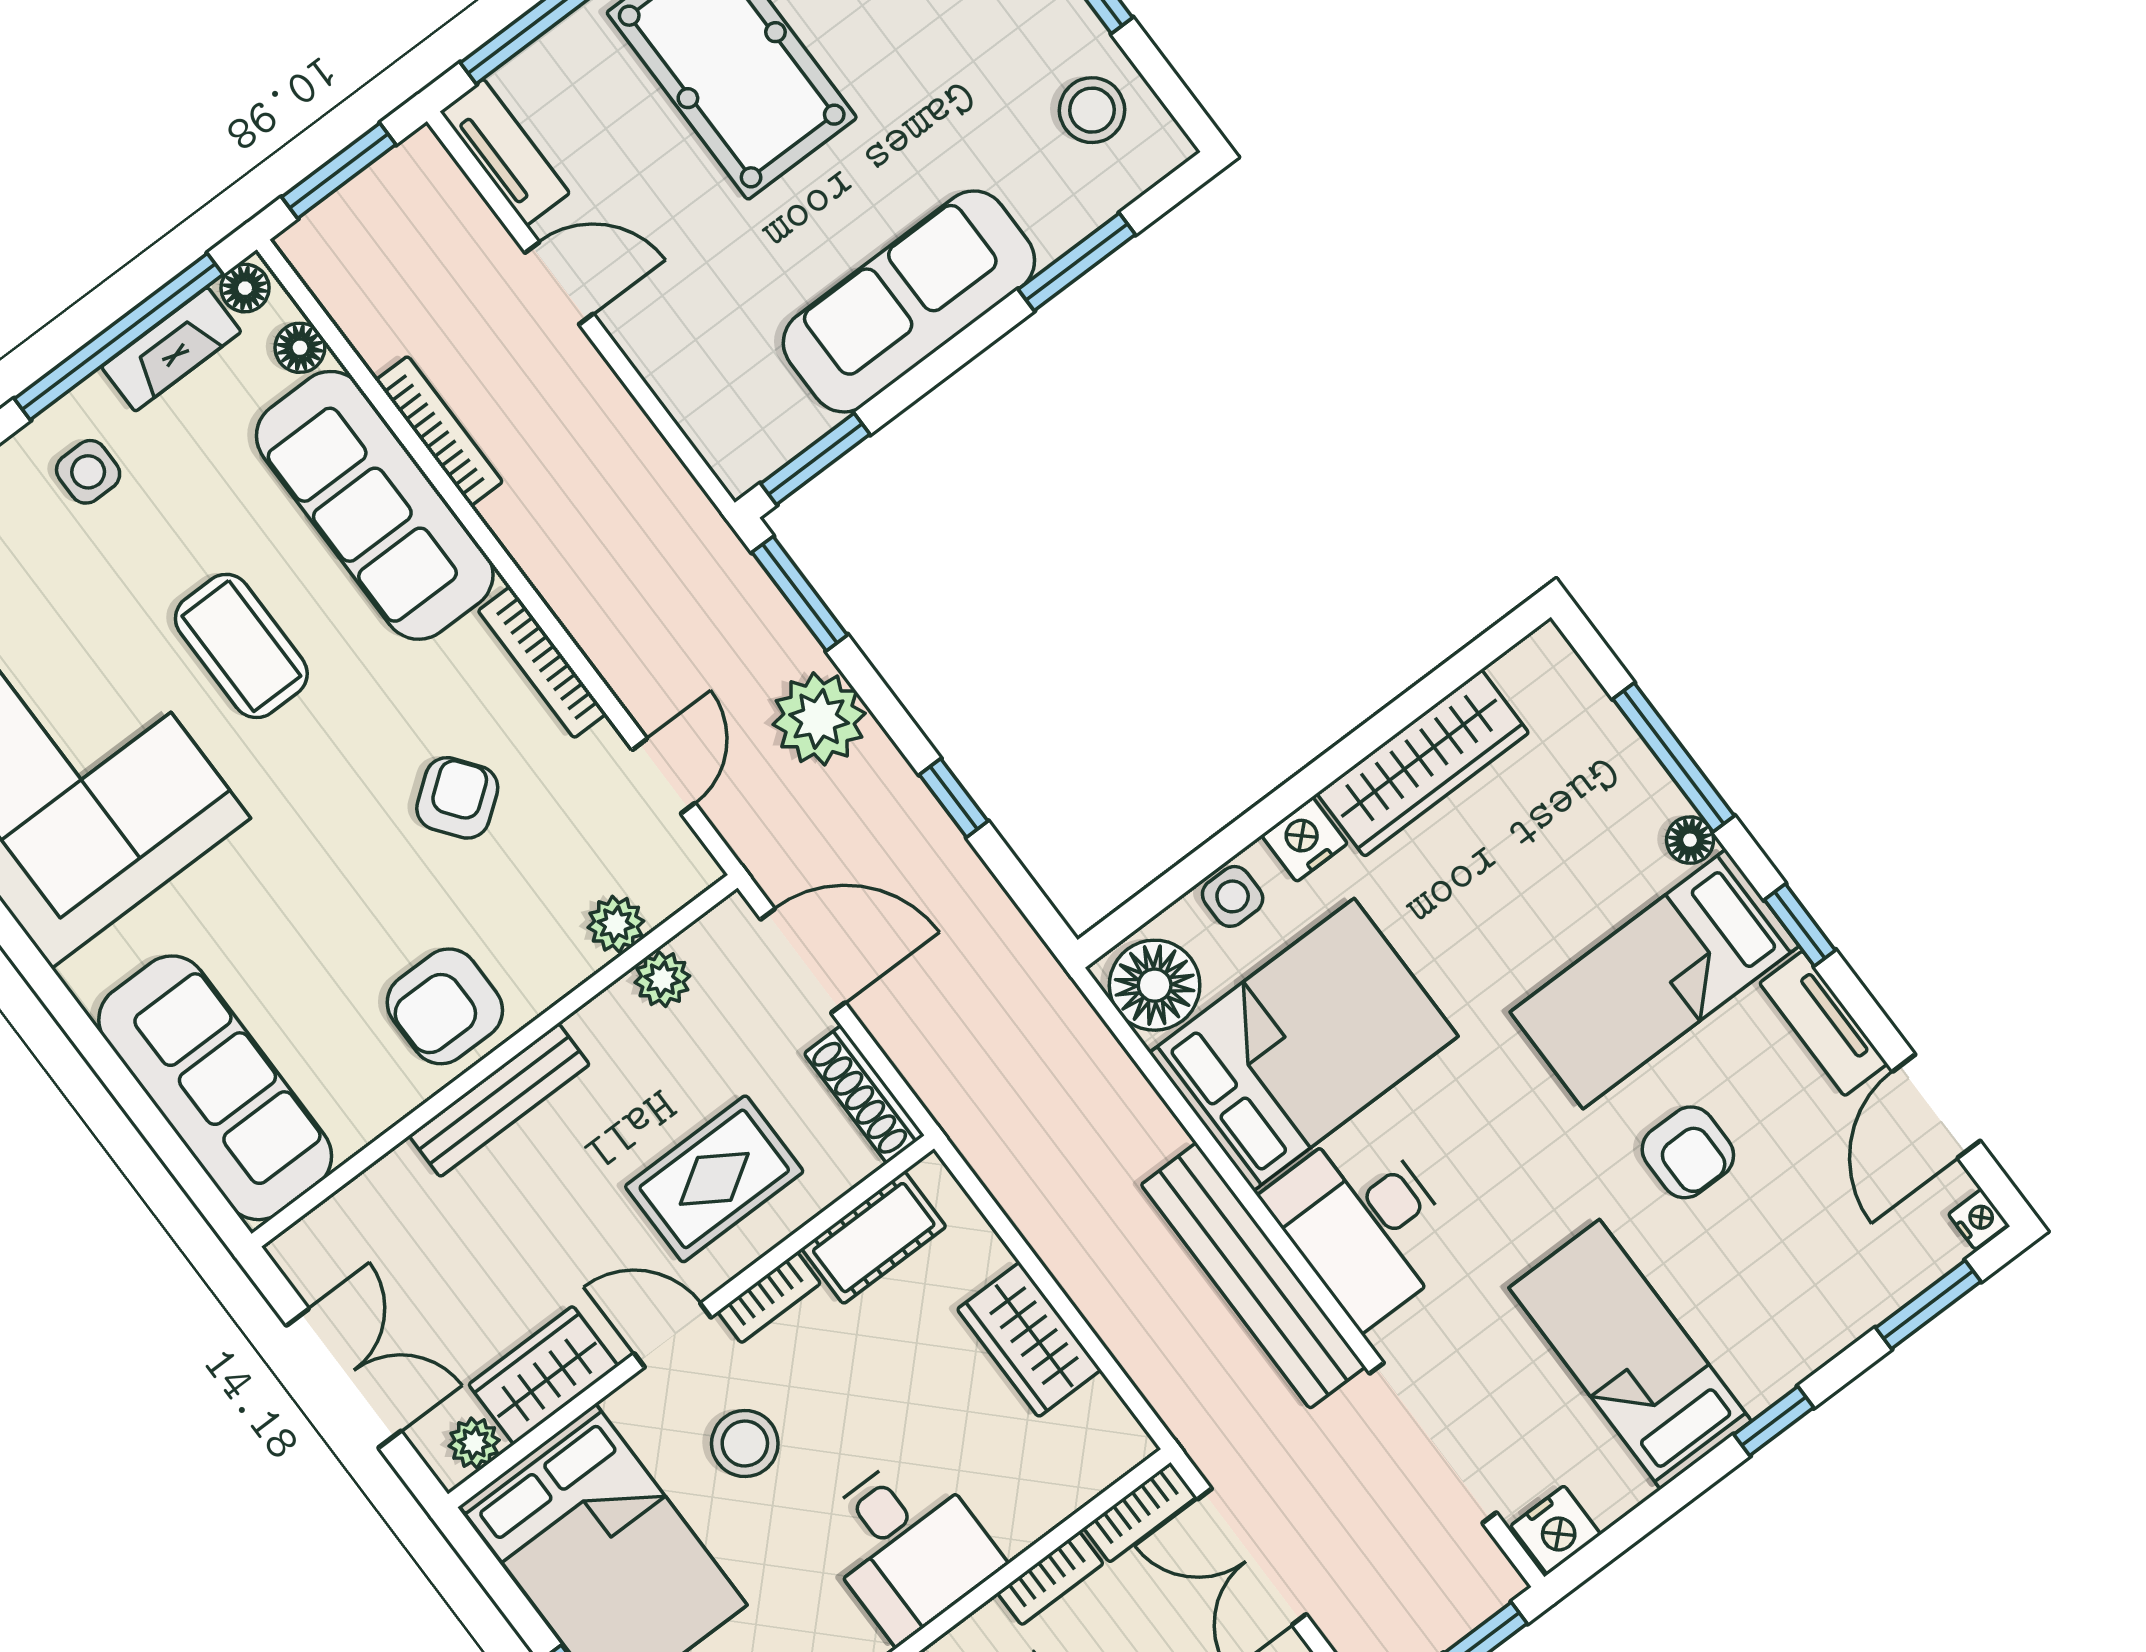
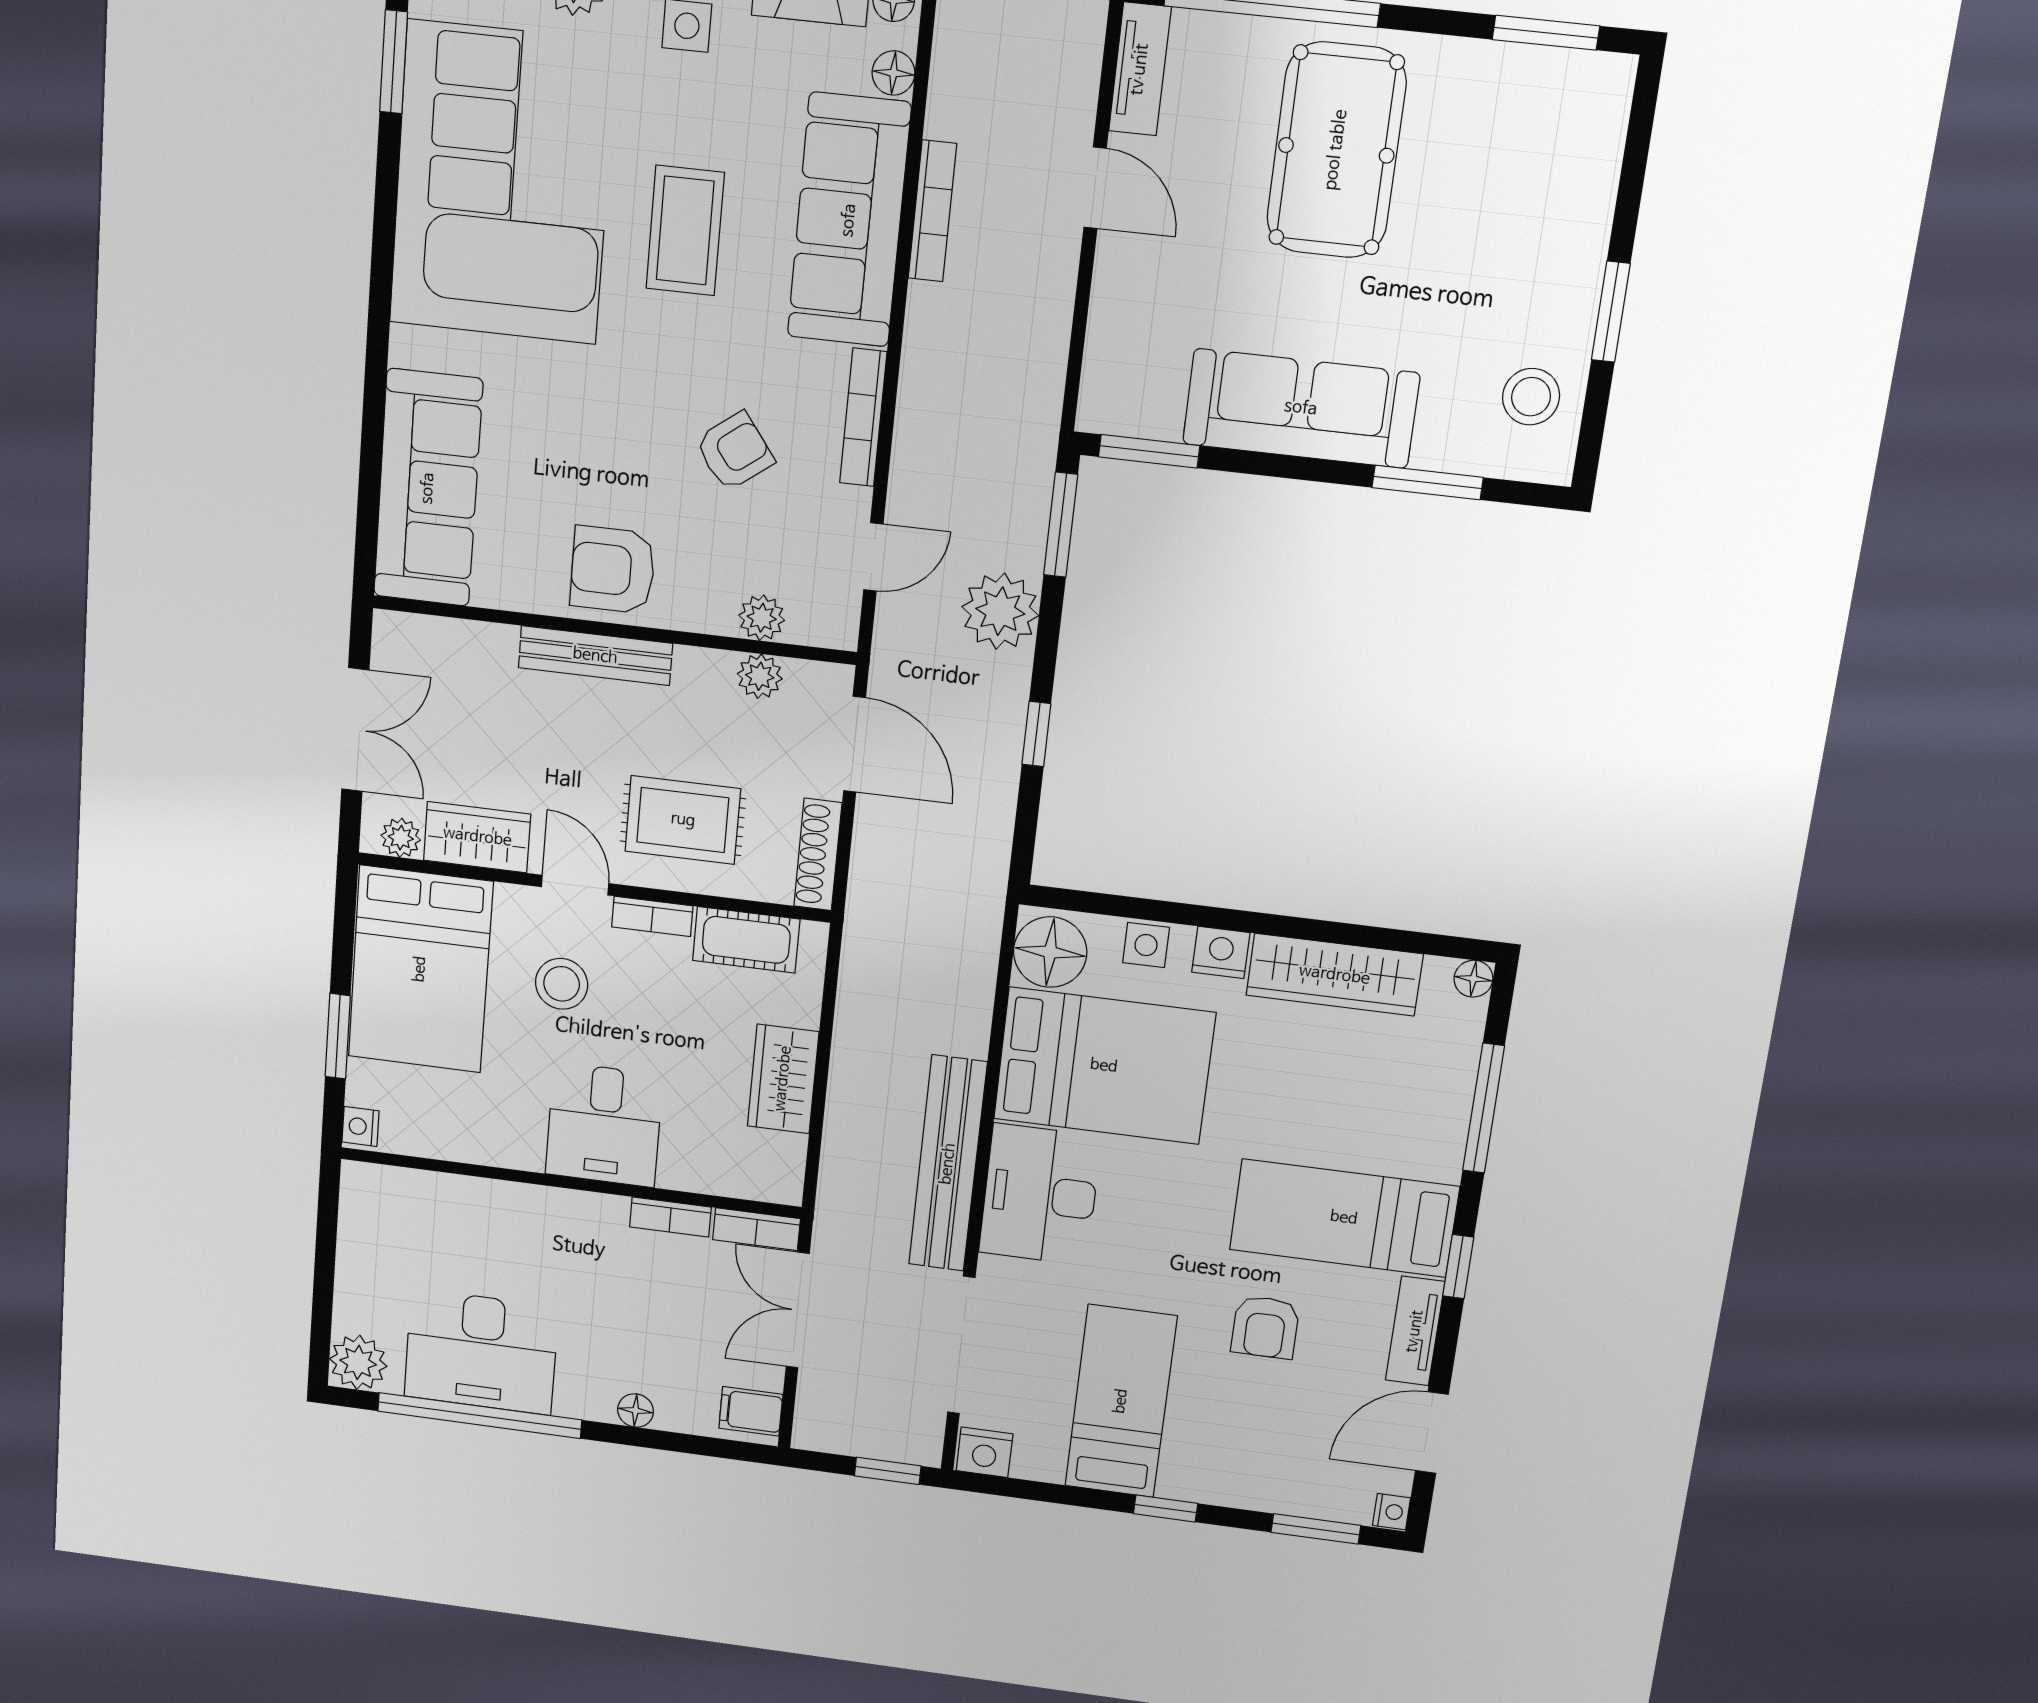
floor lamp: (1690, 840) -> (1473, 979), moved

